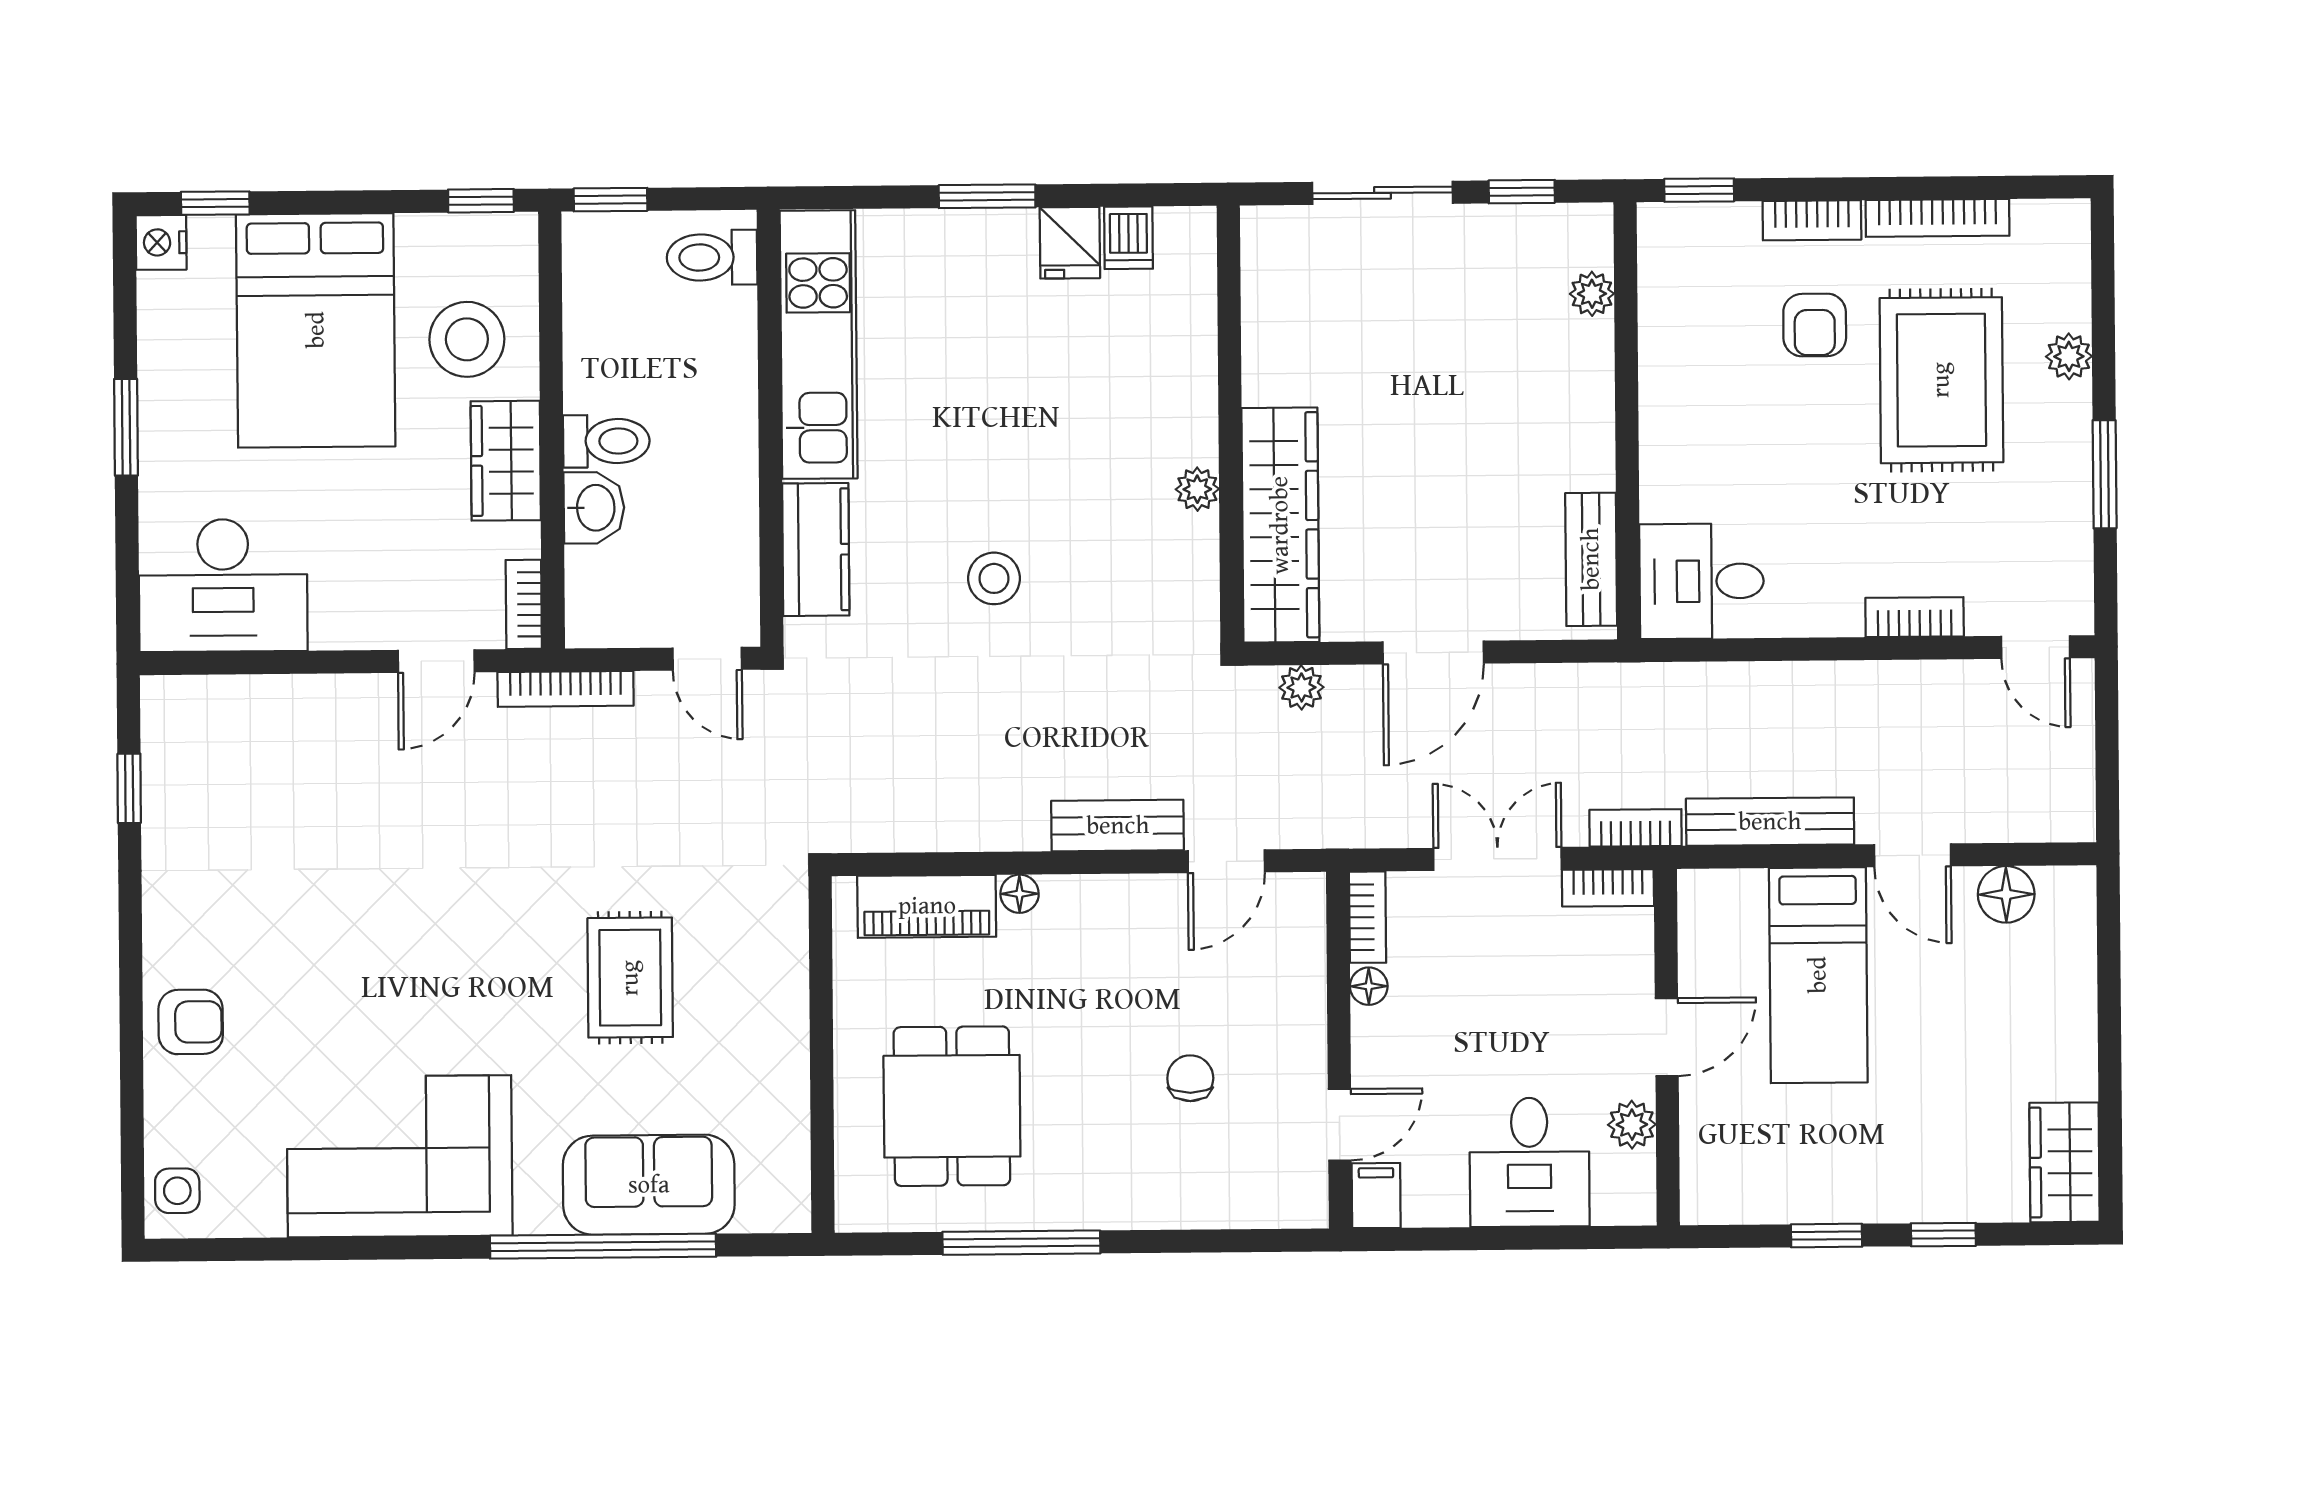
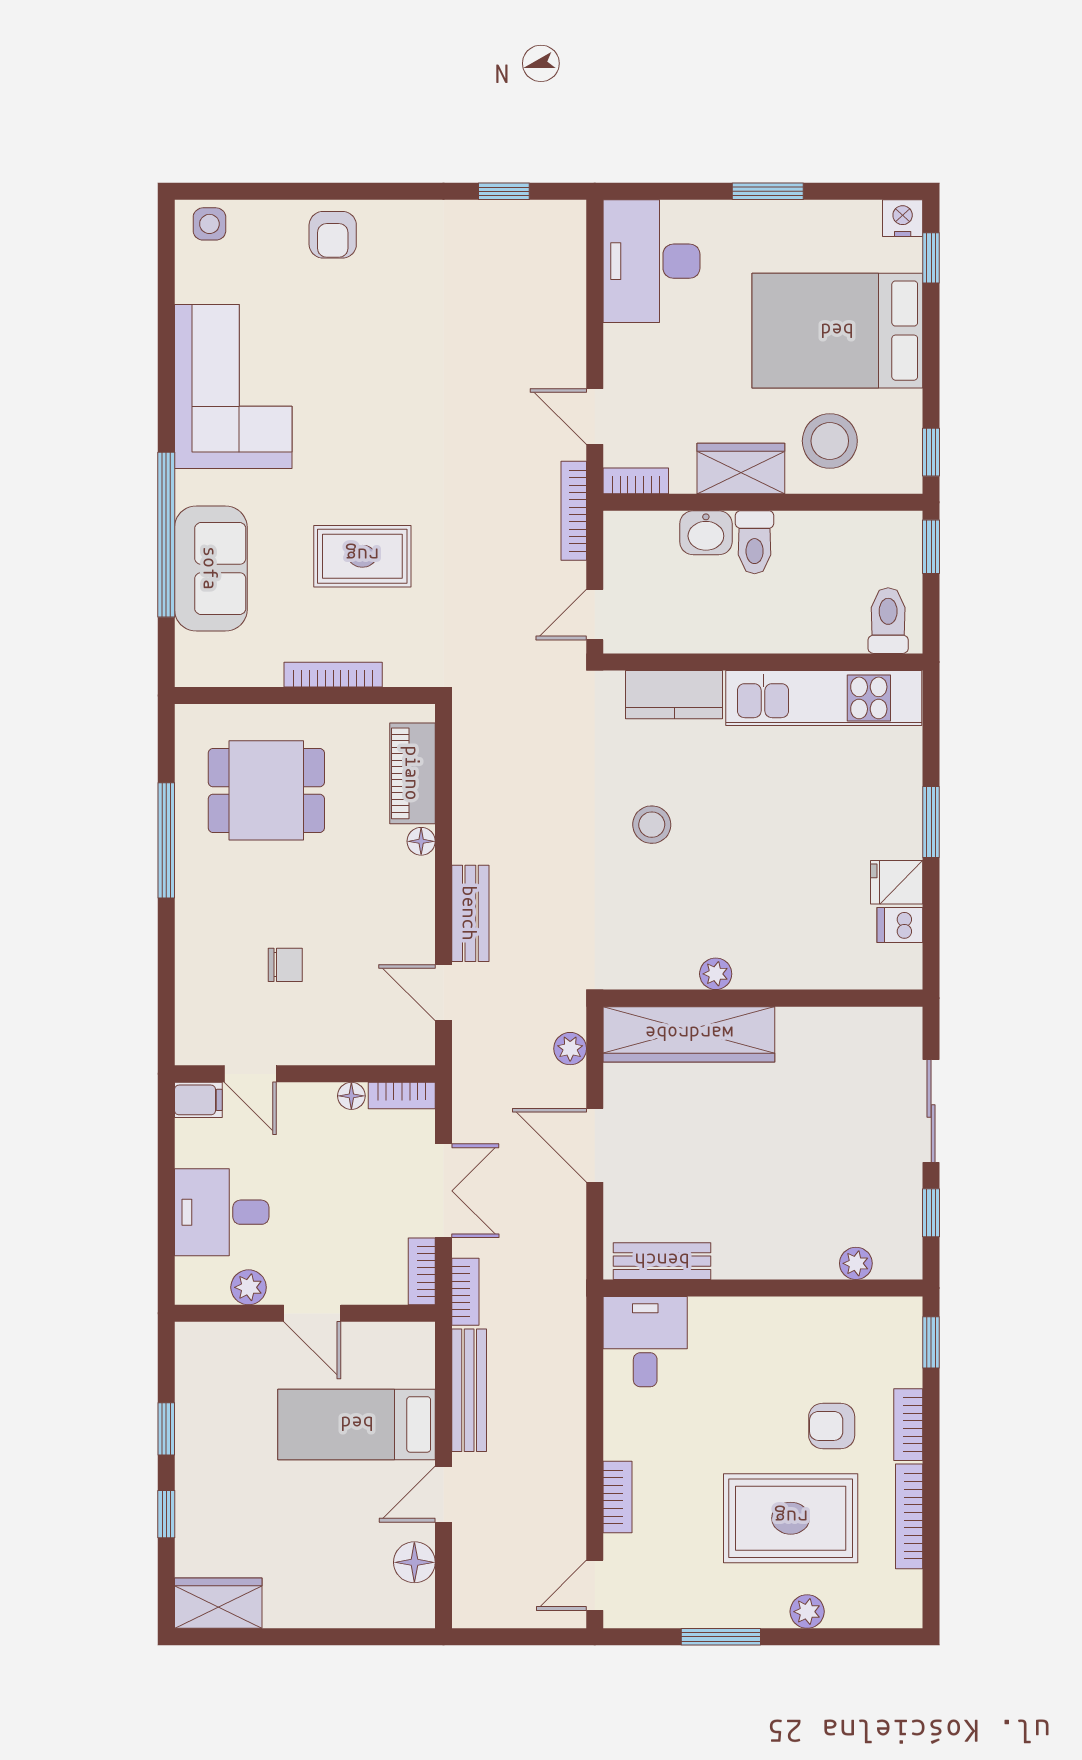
bookcase: (793, 1016) -> (333, 675), added

